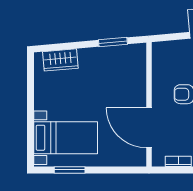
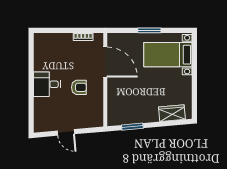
window: (70, 170) -> (149, 30), moved

